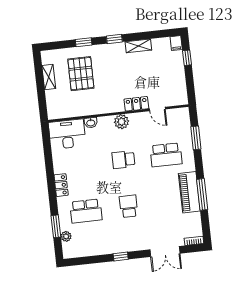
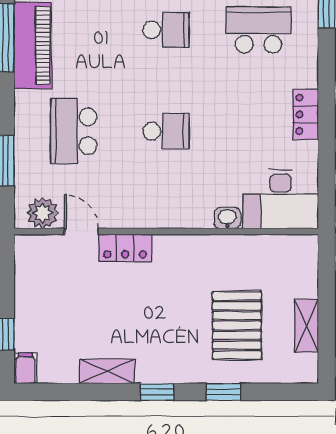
plant: (121, 122) -> (43, 213), moved
school desk: (166, 155) -> (74, 131), turned -90
locker: (61, 185) -> (306, 114), moved
school desk: (129, 206) -> (166, 30), turned -90

